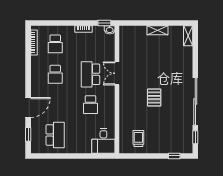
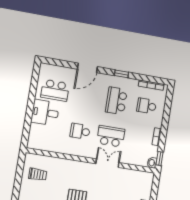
school desk: (55, 74) -> (116, 101), width x1.85
door: (28, 107) -> (87, 68), hinge flipped
window: (28, 134) -> (122, 74), moved
desk: (103, 141) -> (45, 113), moved

